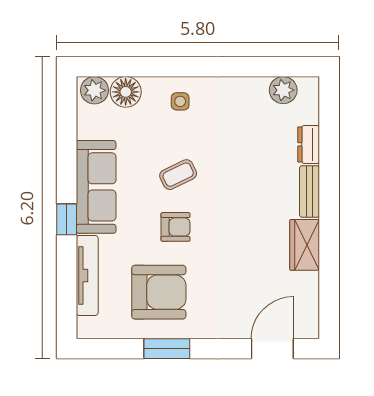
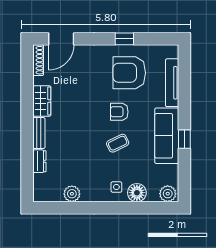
plant: (283, 90) -> (72, 194), moved
floor lamp: (126, 92) -> (137, 193), moved
window: (67, 219) -> (184, 139), moved
shoe rack: (311, 313) -> (38, 60), added
window: (167, 349) -> (124, 39), width x0.67

